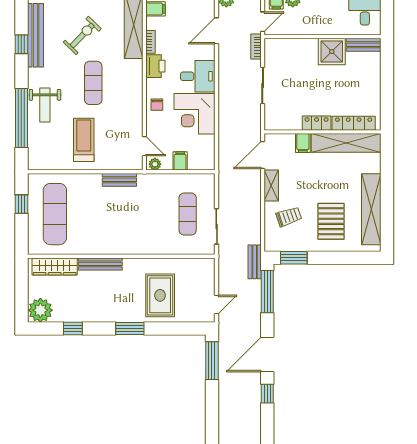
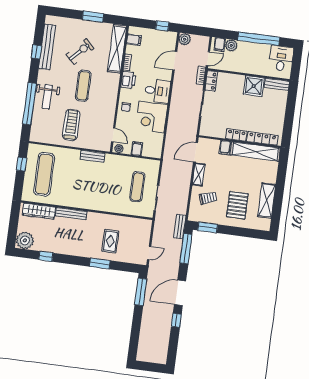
locker: (271, 52) -> (211, 81), added
shelving: (371, 209) -> (267, 201), width x0.68
rug: (160, 295) -> (110, 241), width x0.73, depth x0.70
window: (130, 328) -> (100, 263), moved

